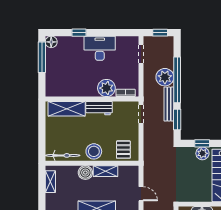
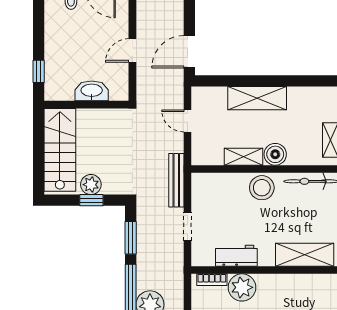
bench: (169, 104) -> (176, 180), moved
workbench: (99, 108) -> (236, 256), moved
doorway: (141, 114) -> (188, 227), moved
pallet: (123, 150) -> (215, 190), removed

